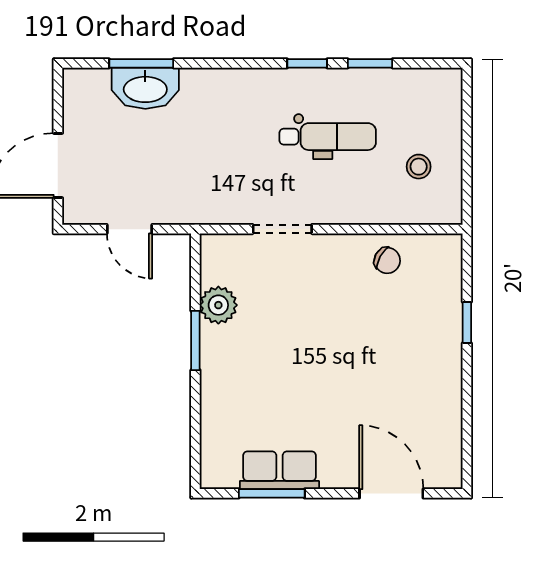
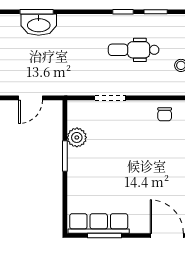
dental chair: (328, 137) -> (134, 50), turned 180
door: (129, 229) -> (31, 98), hinge flipped
chair: (387, 260) -> (165, 114), turned 61
row of seats: (279, 470) -> (99, 223), width x1.48

